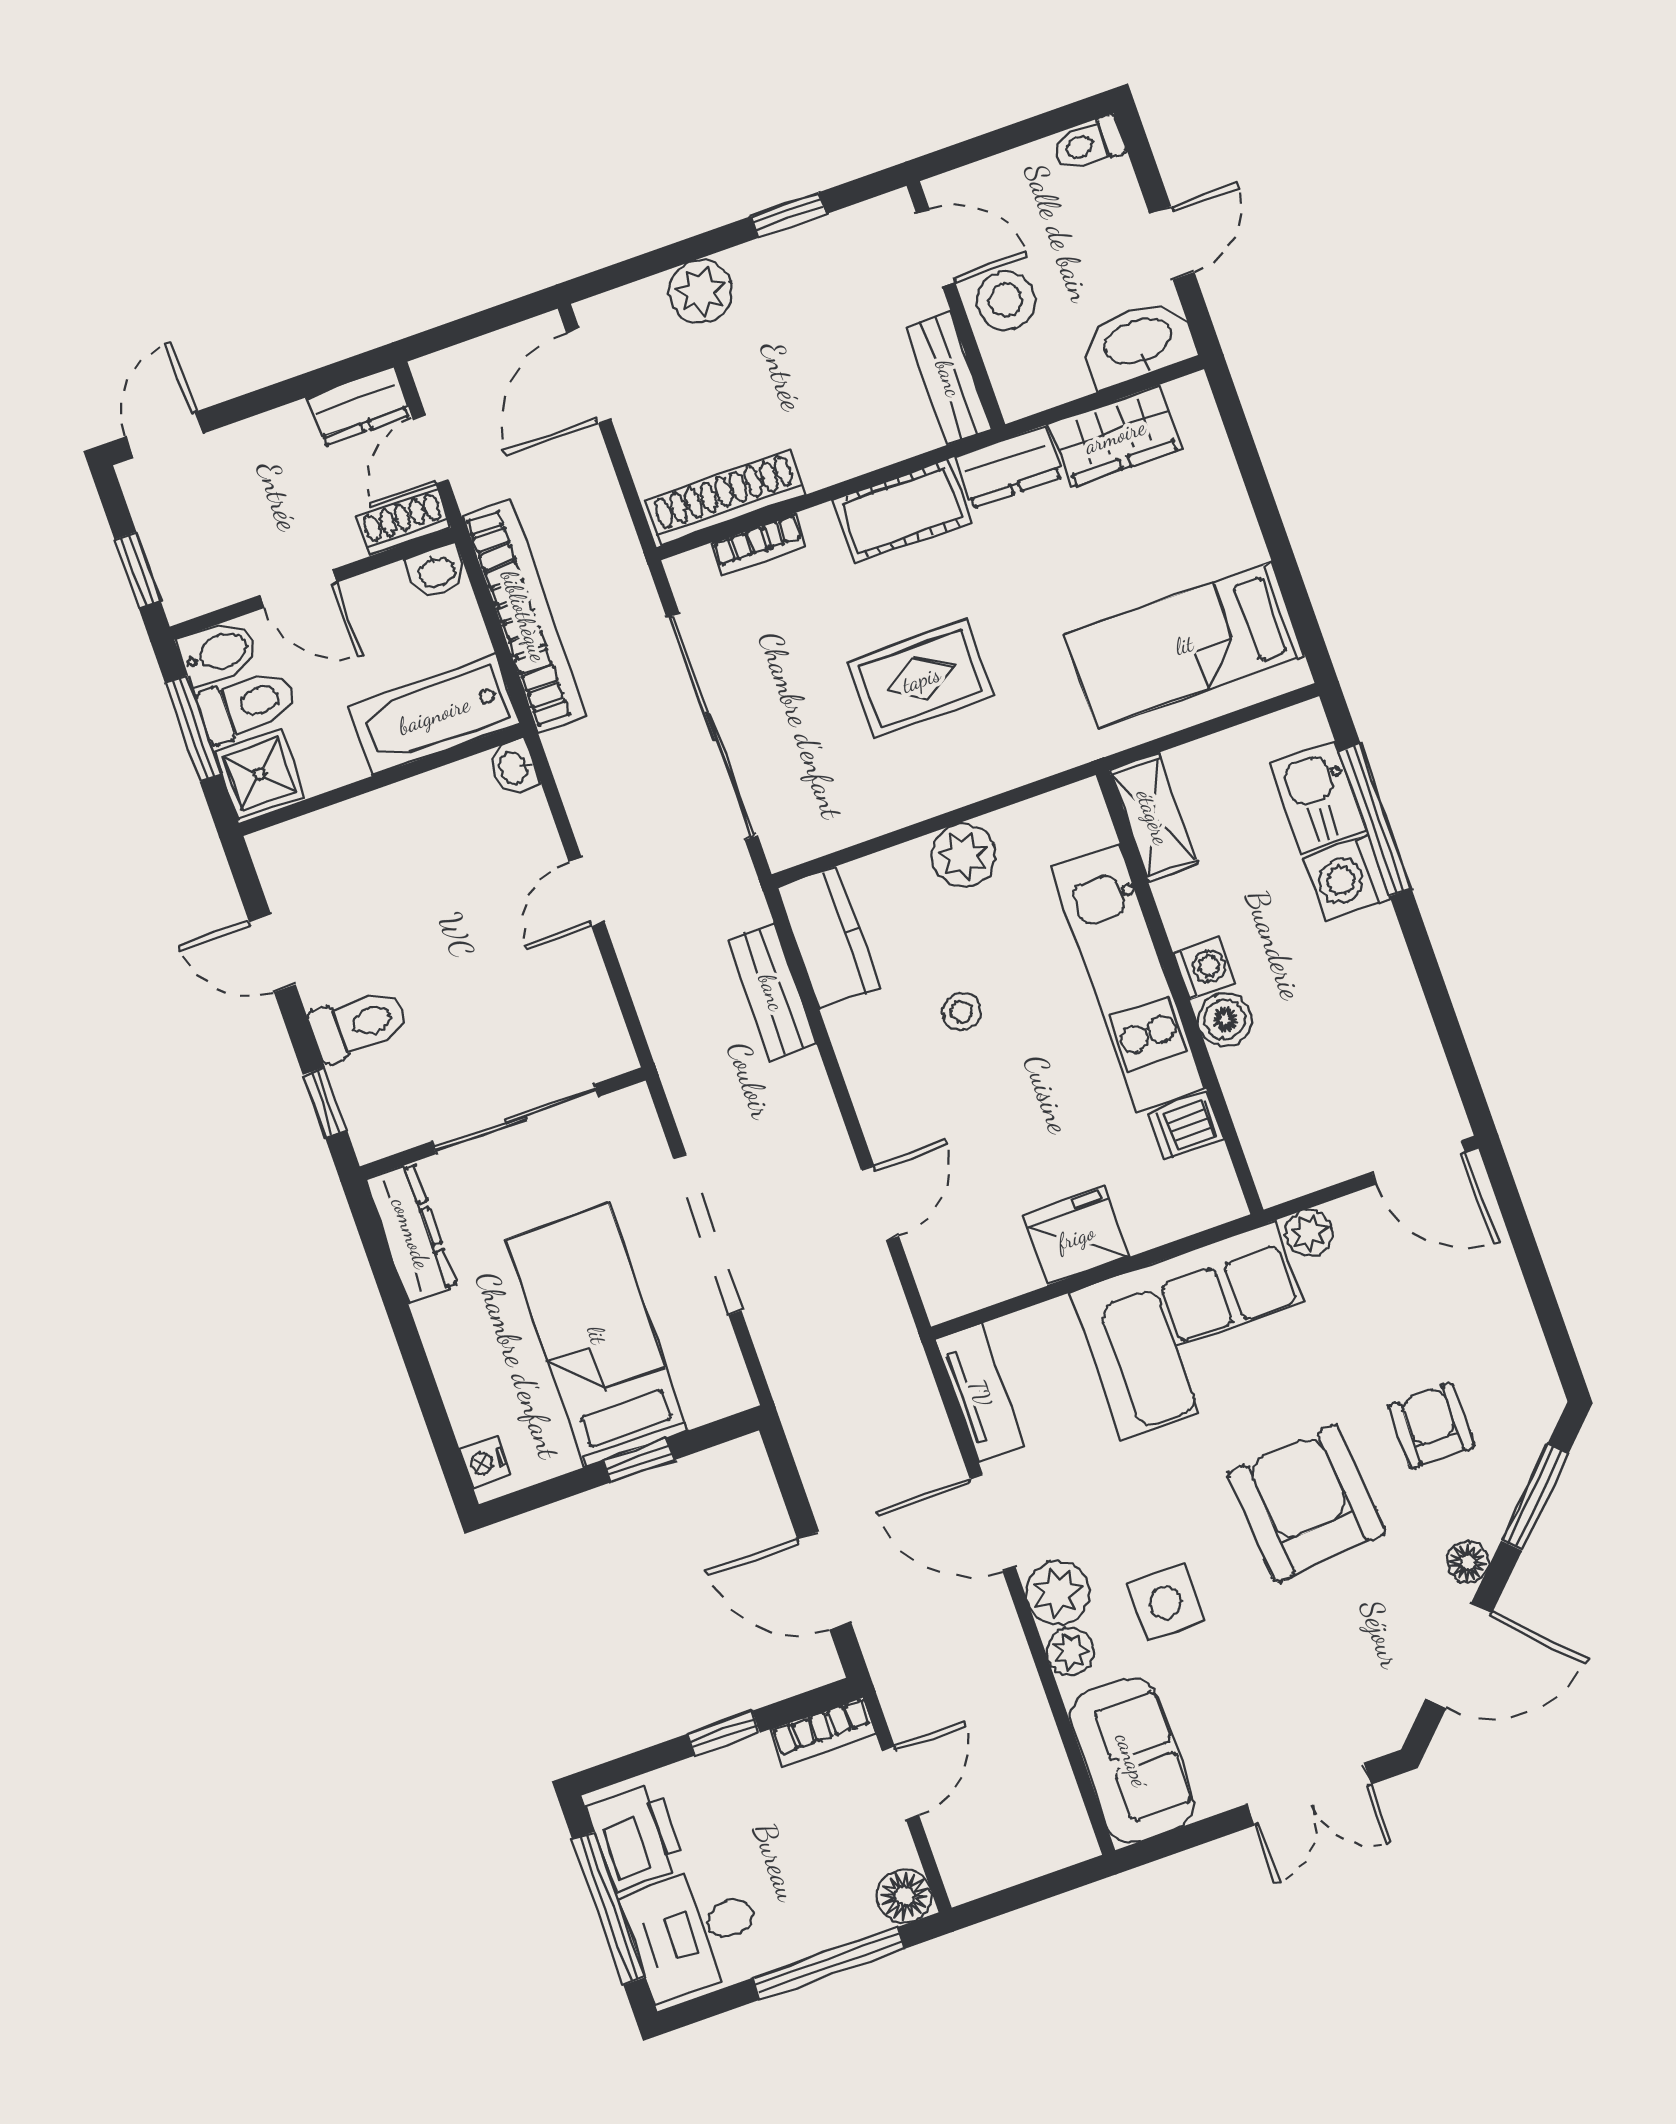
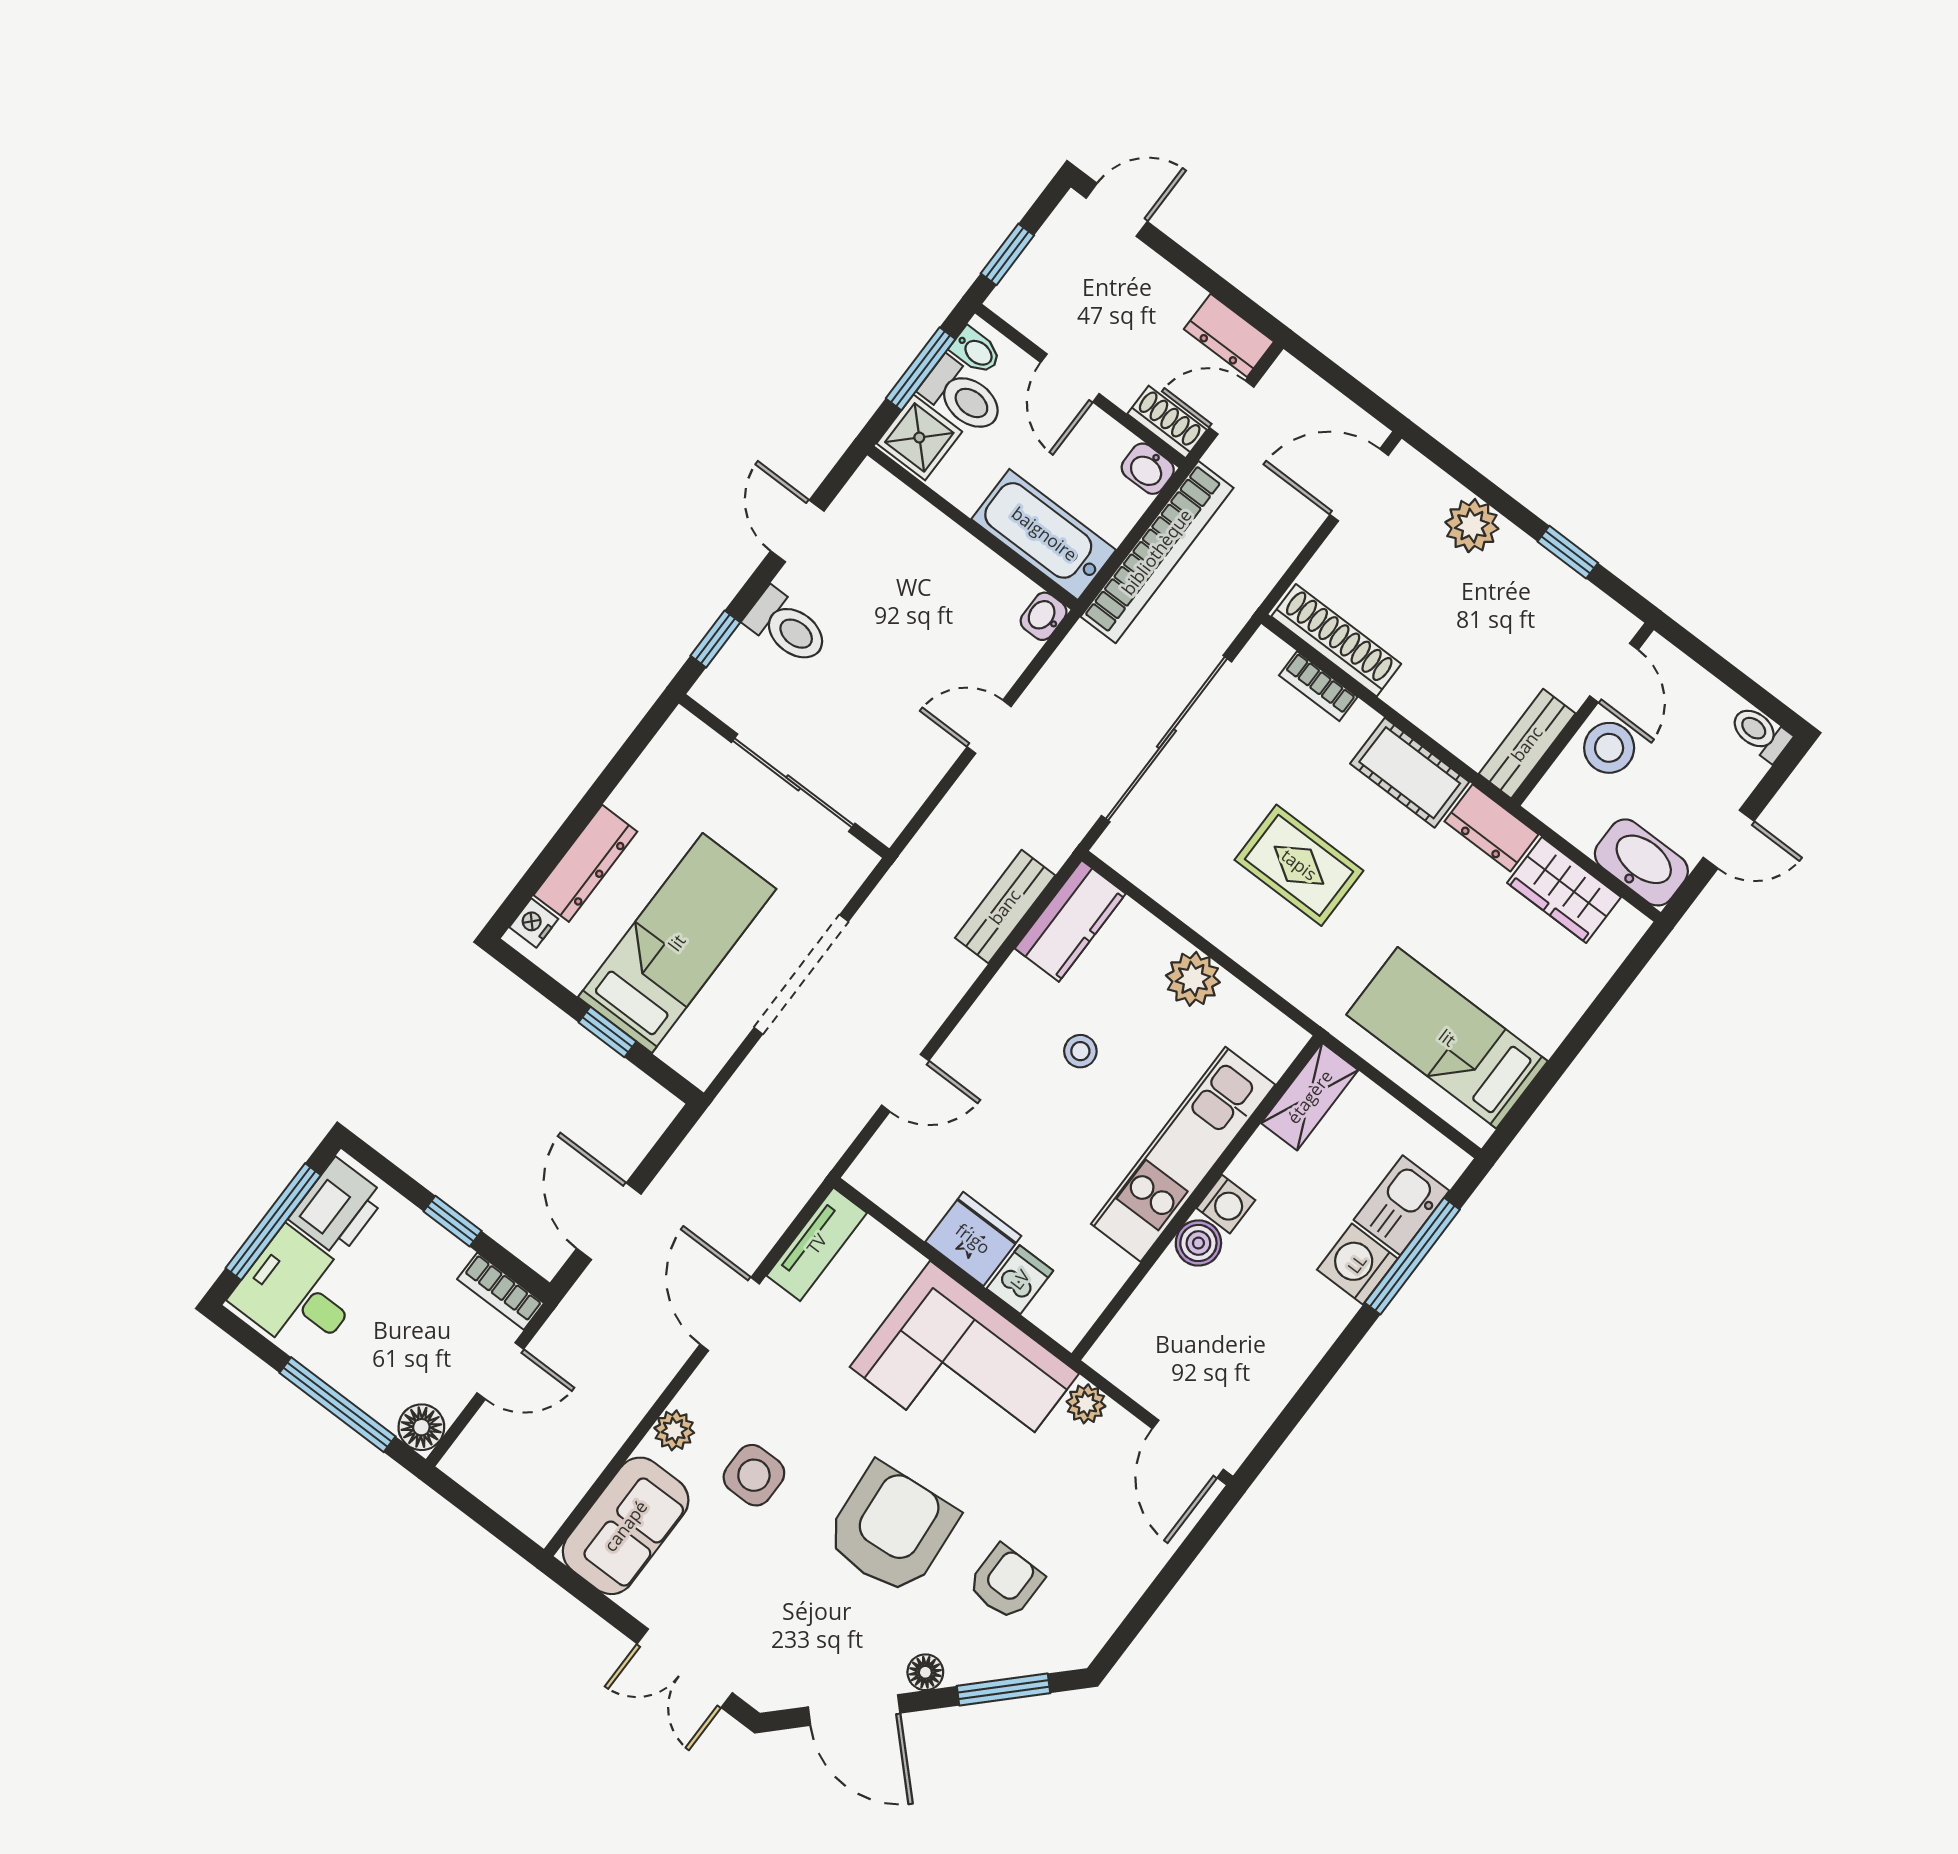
bidet: (218, 653) -> (976, 351), width x0.72, depth x0.74
dishwasher: (1186, 1126) -> (1020, 1280), moved, turned 90
dresser: (411, 1233) -> (585, 863), moved
plant: (1058, 1592) -> (711, 1394), removed

